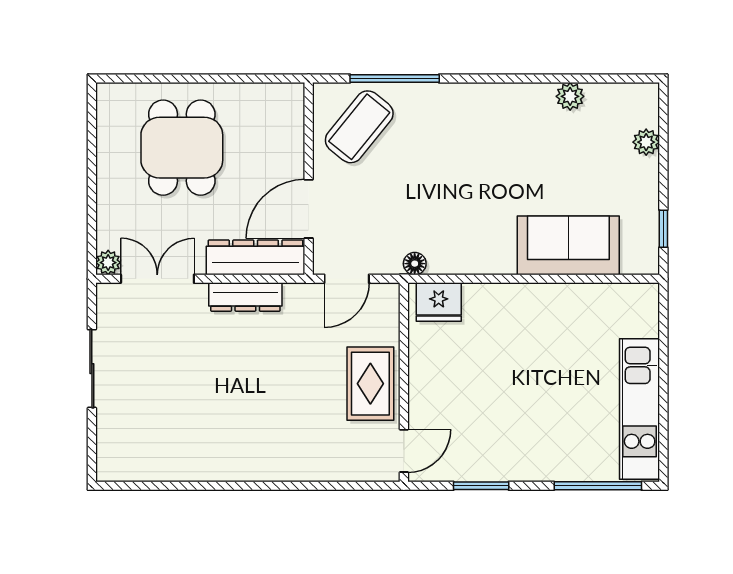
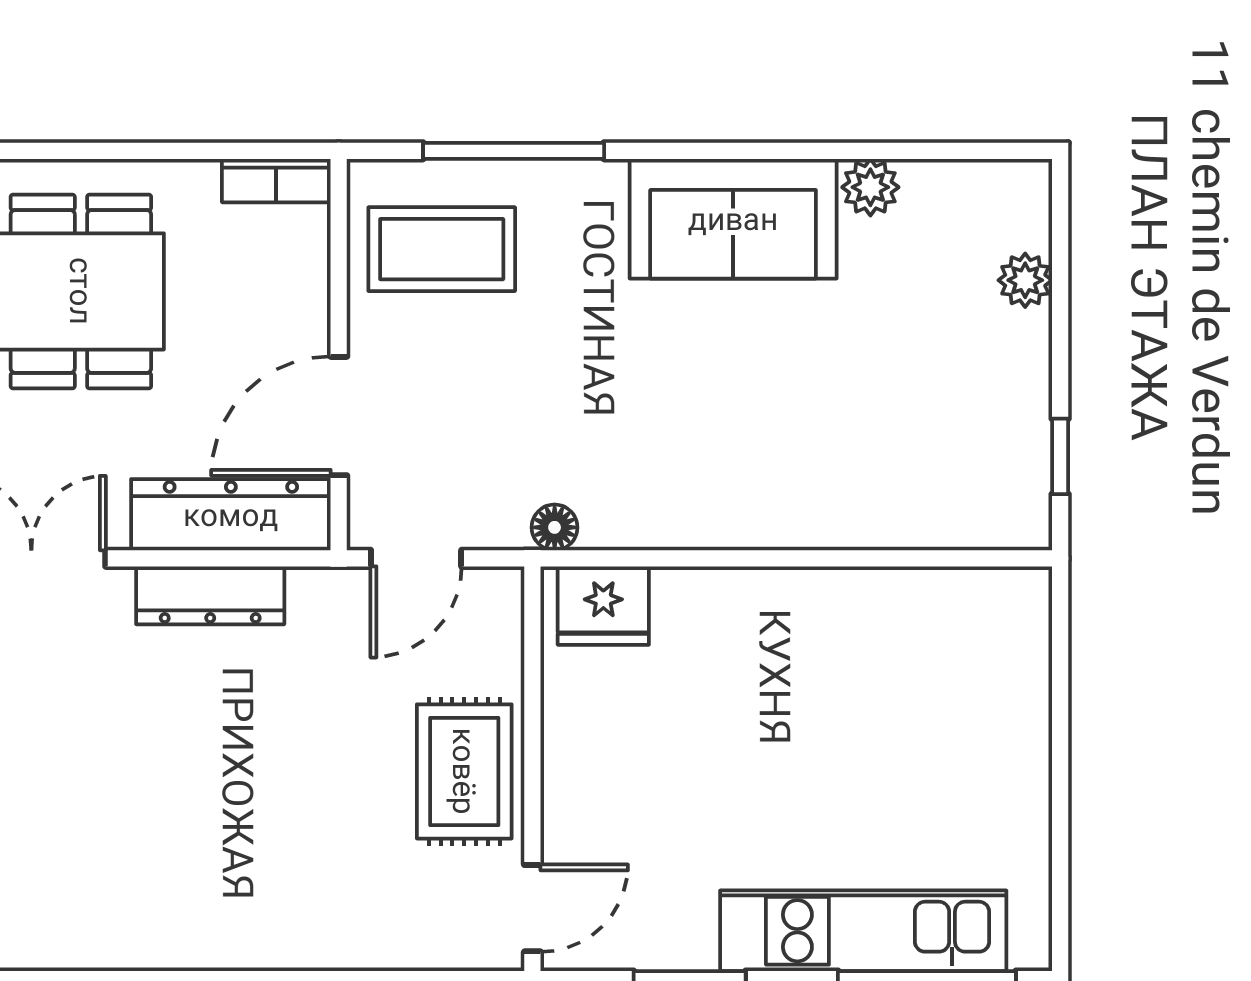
bookcase: (278, 93) -> (276, 181), added
coffee table: (359, 127) -> (442, 249), turned 51
sofa: (568, 245) -> (733, 219), moved, turned 180
kitchen unit: (640, 409) -> (863, 931), moved, turned 90

